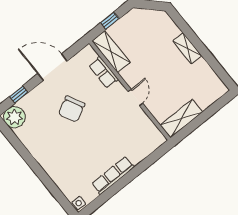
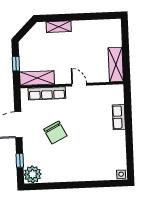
shelving: (187, 48) -> (59, 27), moved
row of seats: (104, 72) -> (47, 93), width x1.48
row of seats: (113, 175) -> (119, 117), moved, width x0.68

